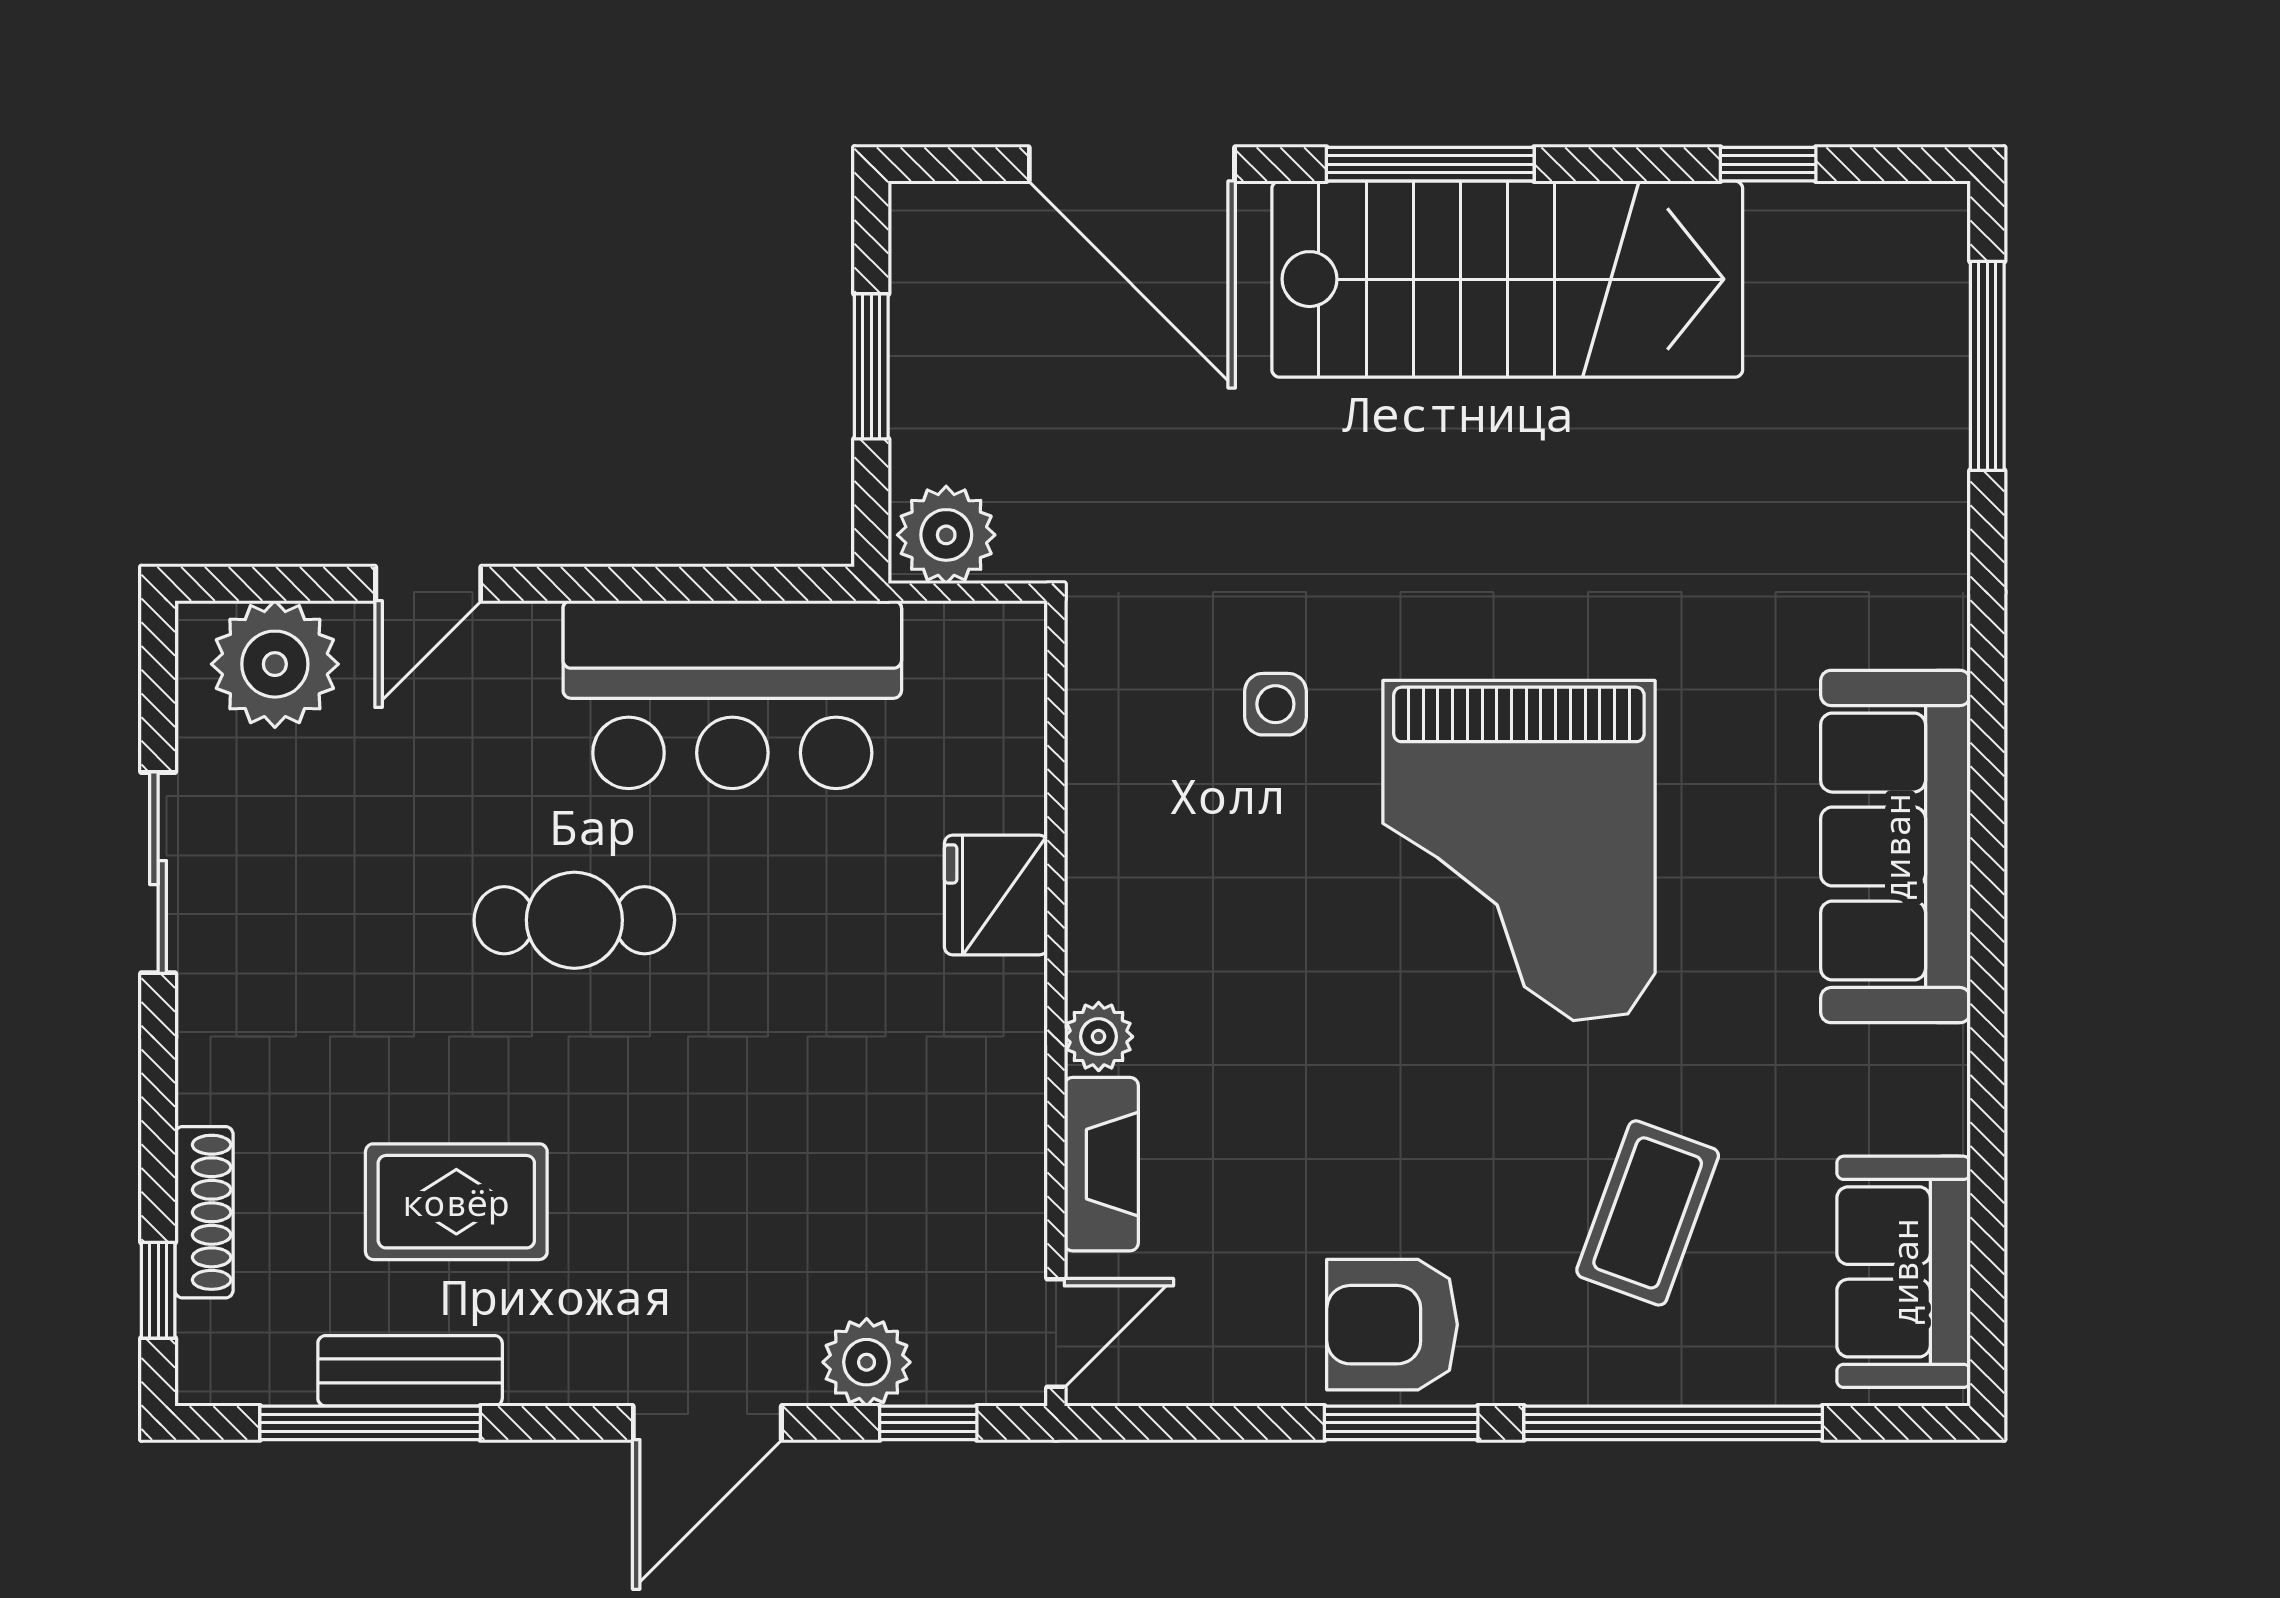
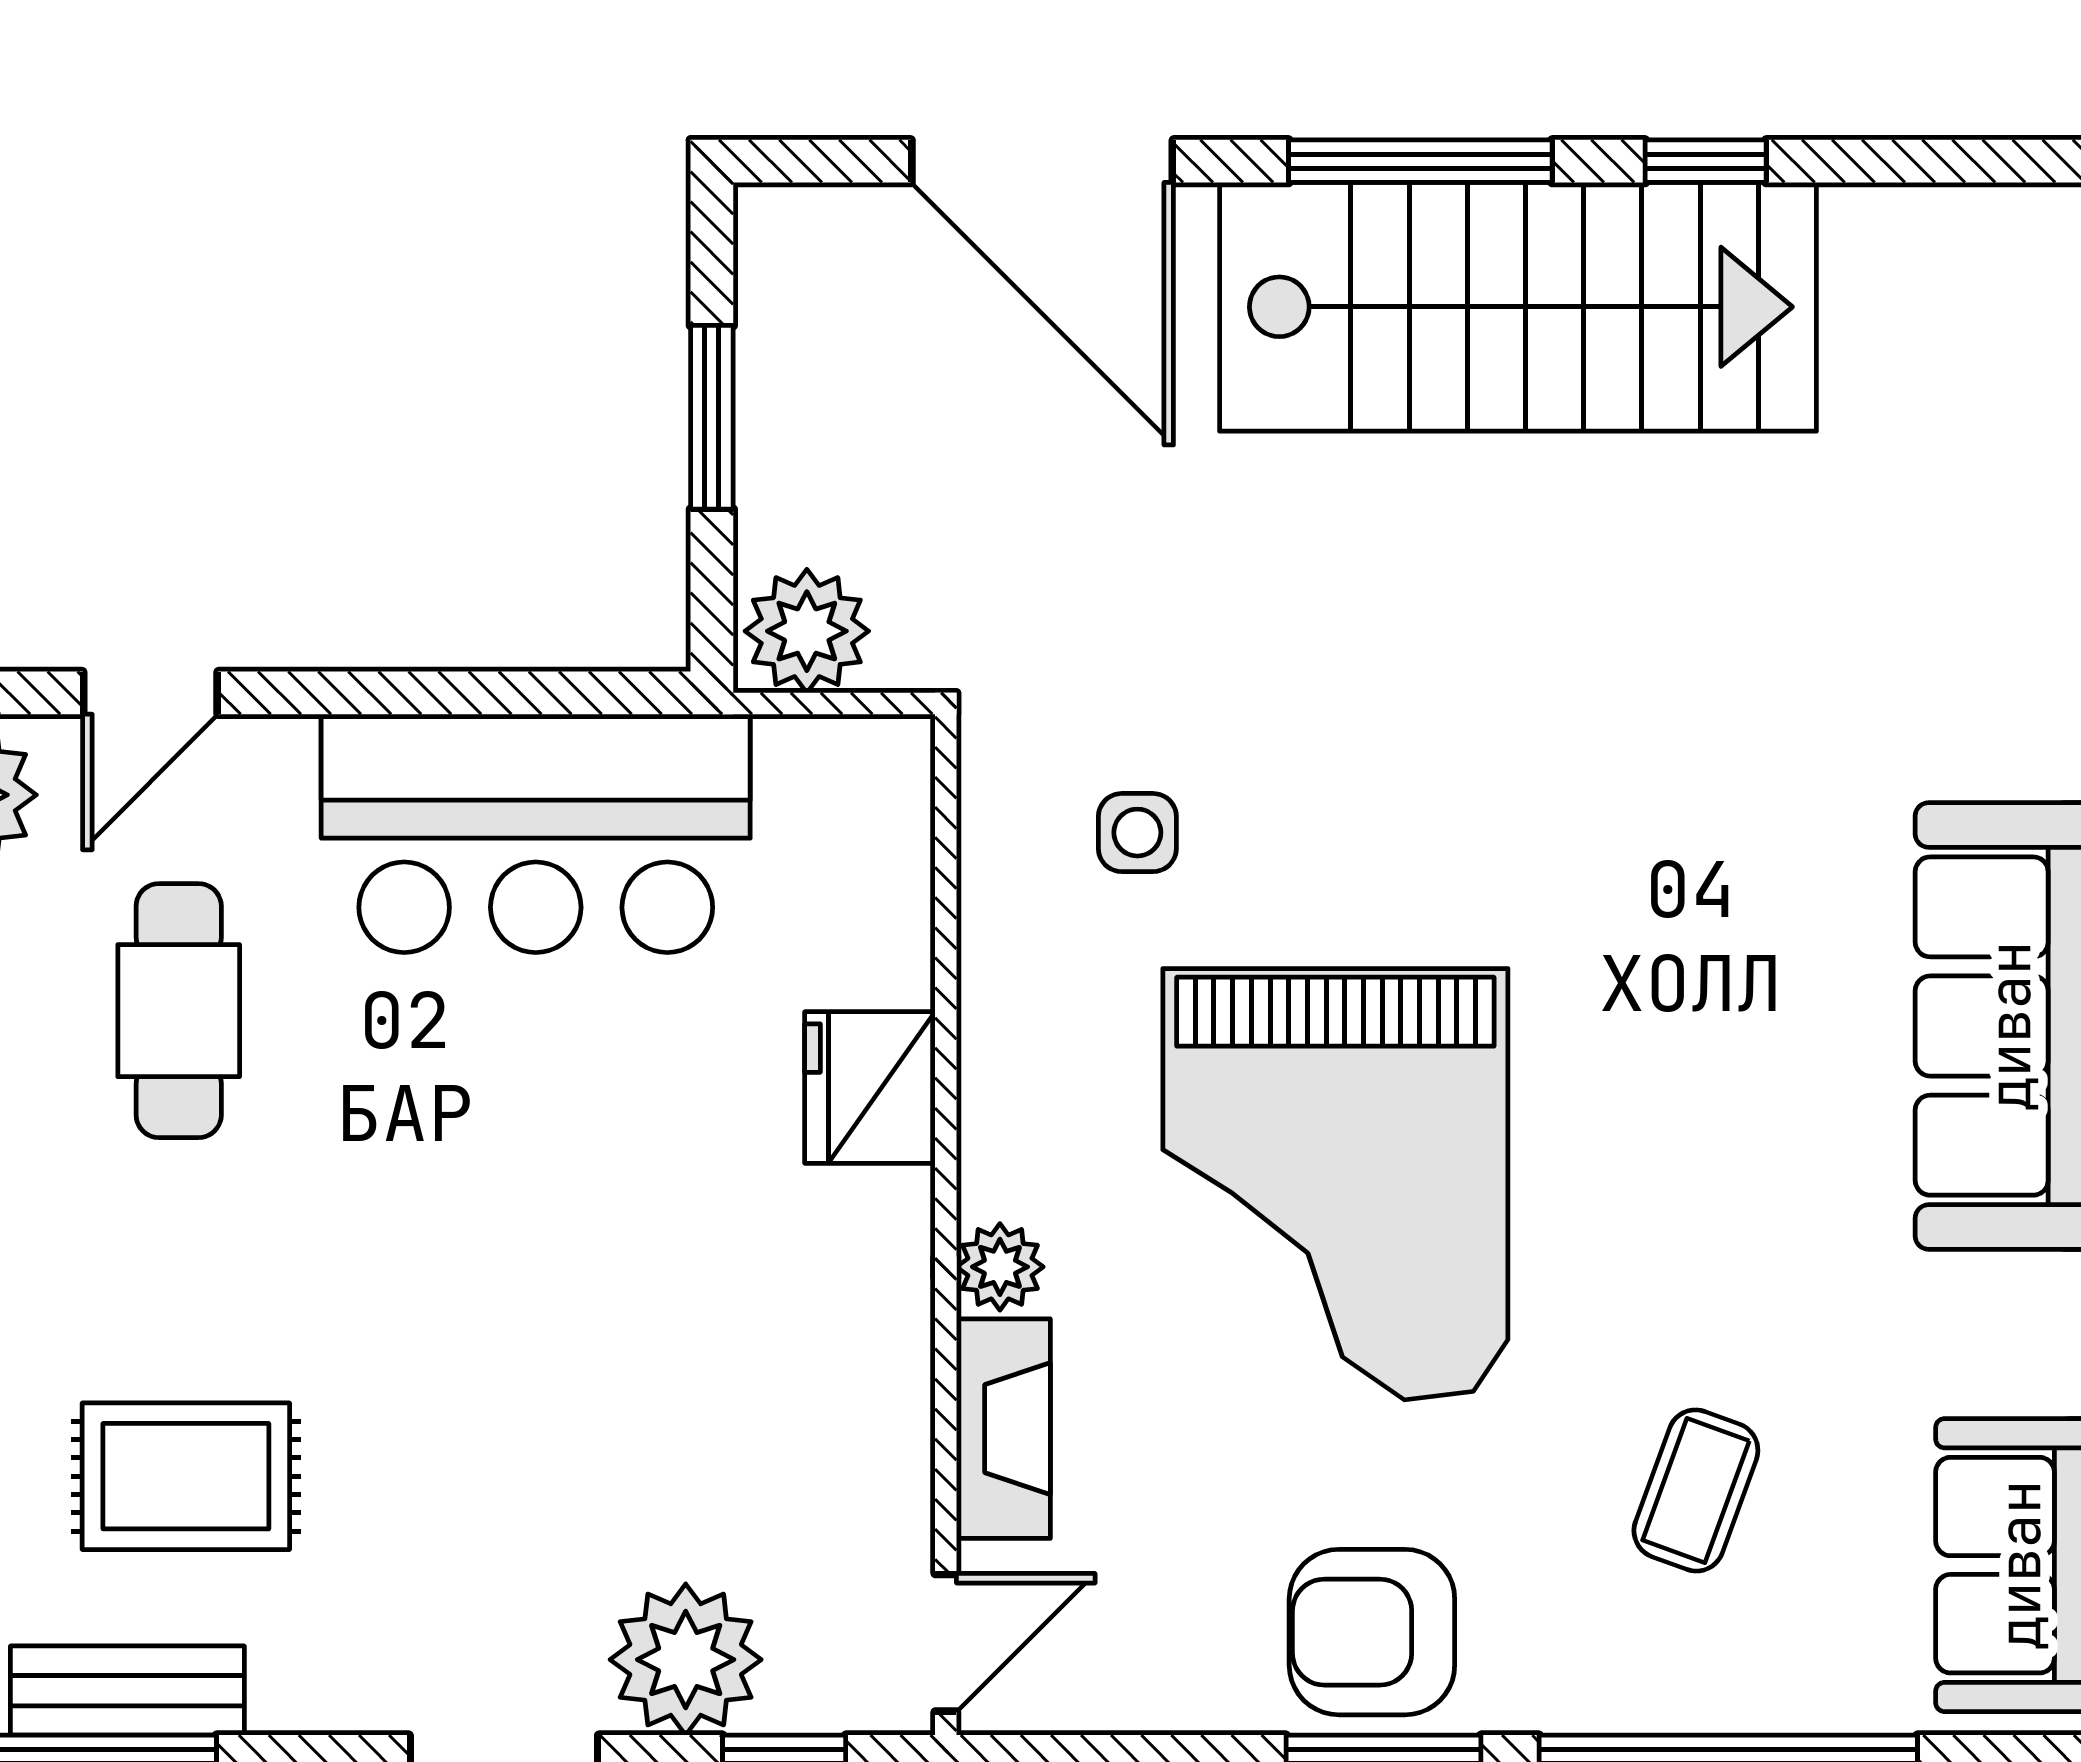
window: (1768, 164) -> (1706, 161), moved
side table: (1275, 704) -> (1137, 833), moved
grand piano: (1519, 851) -> (1335, 1184), moved
cafe table: (574, 920) -> (179, 1011), moved, turned 90
coffee table: (1648, 1213) -> (1696, 1490), width x0.73, depth x0.77
plant: (867, 1362) -> (686, 1660), width x1.36, depth x1.36

